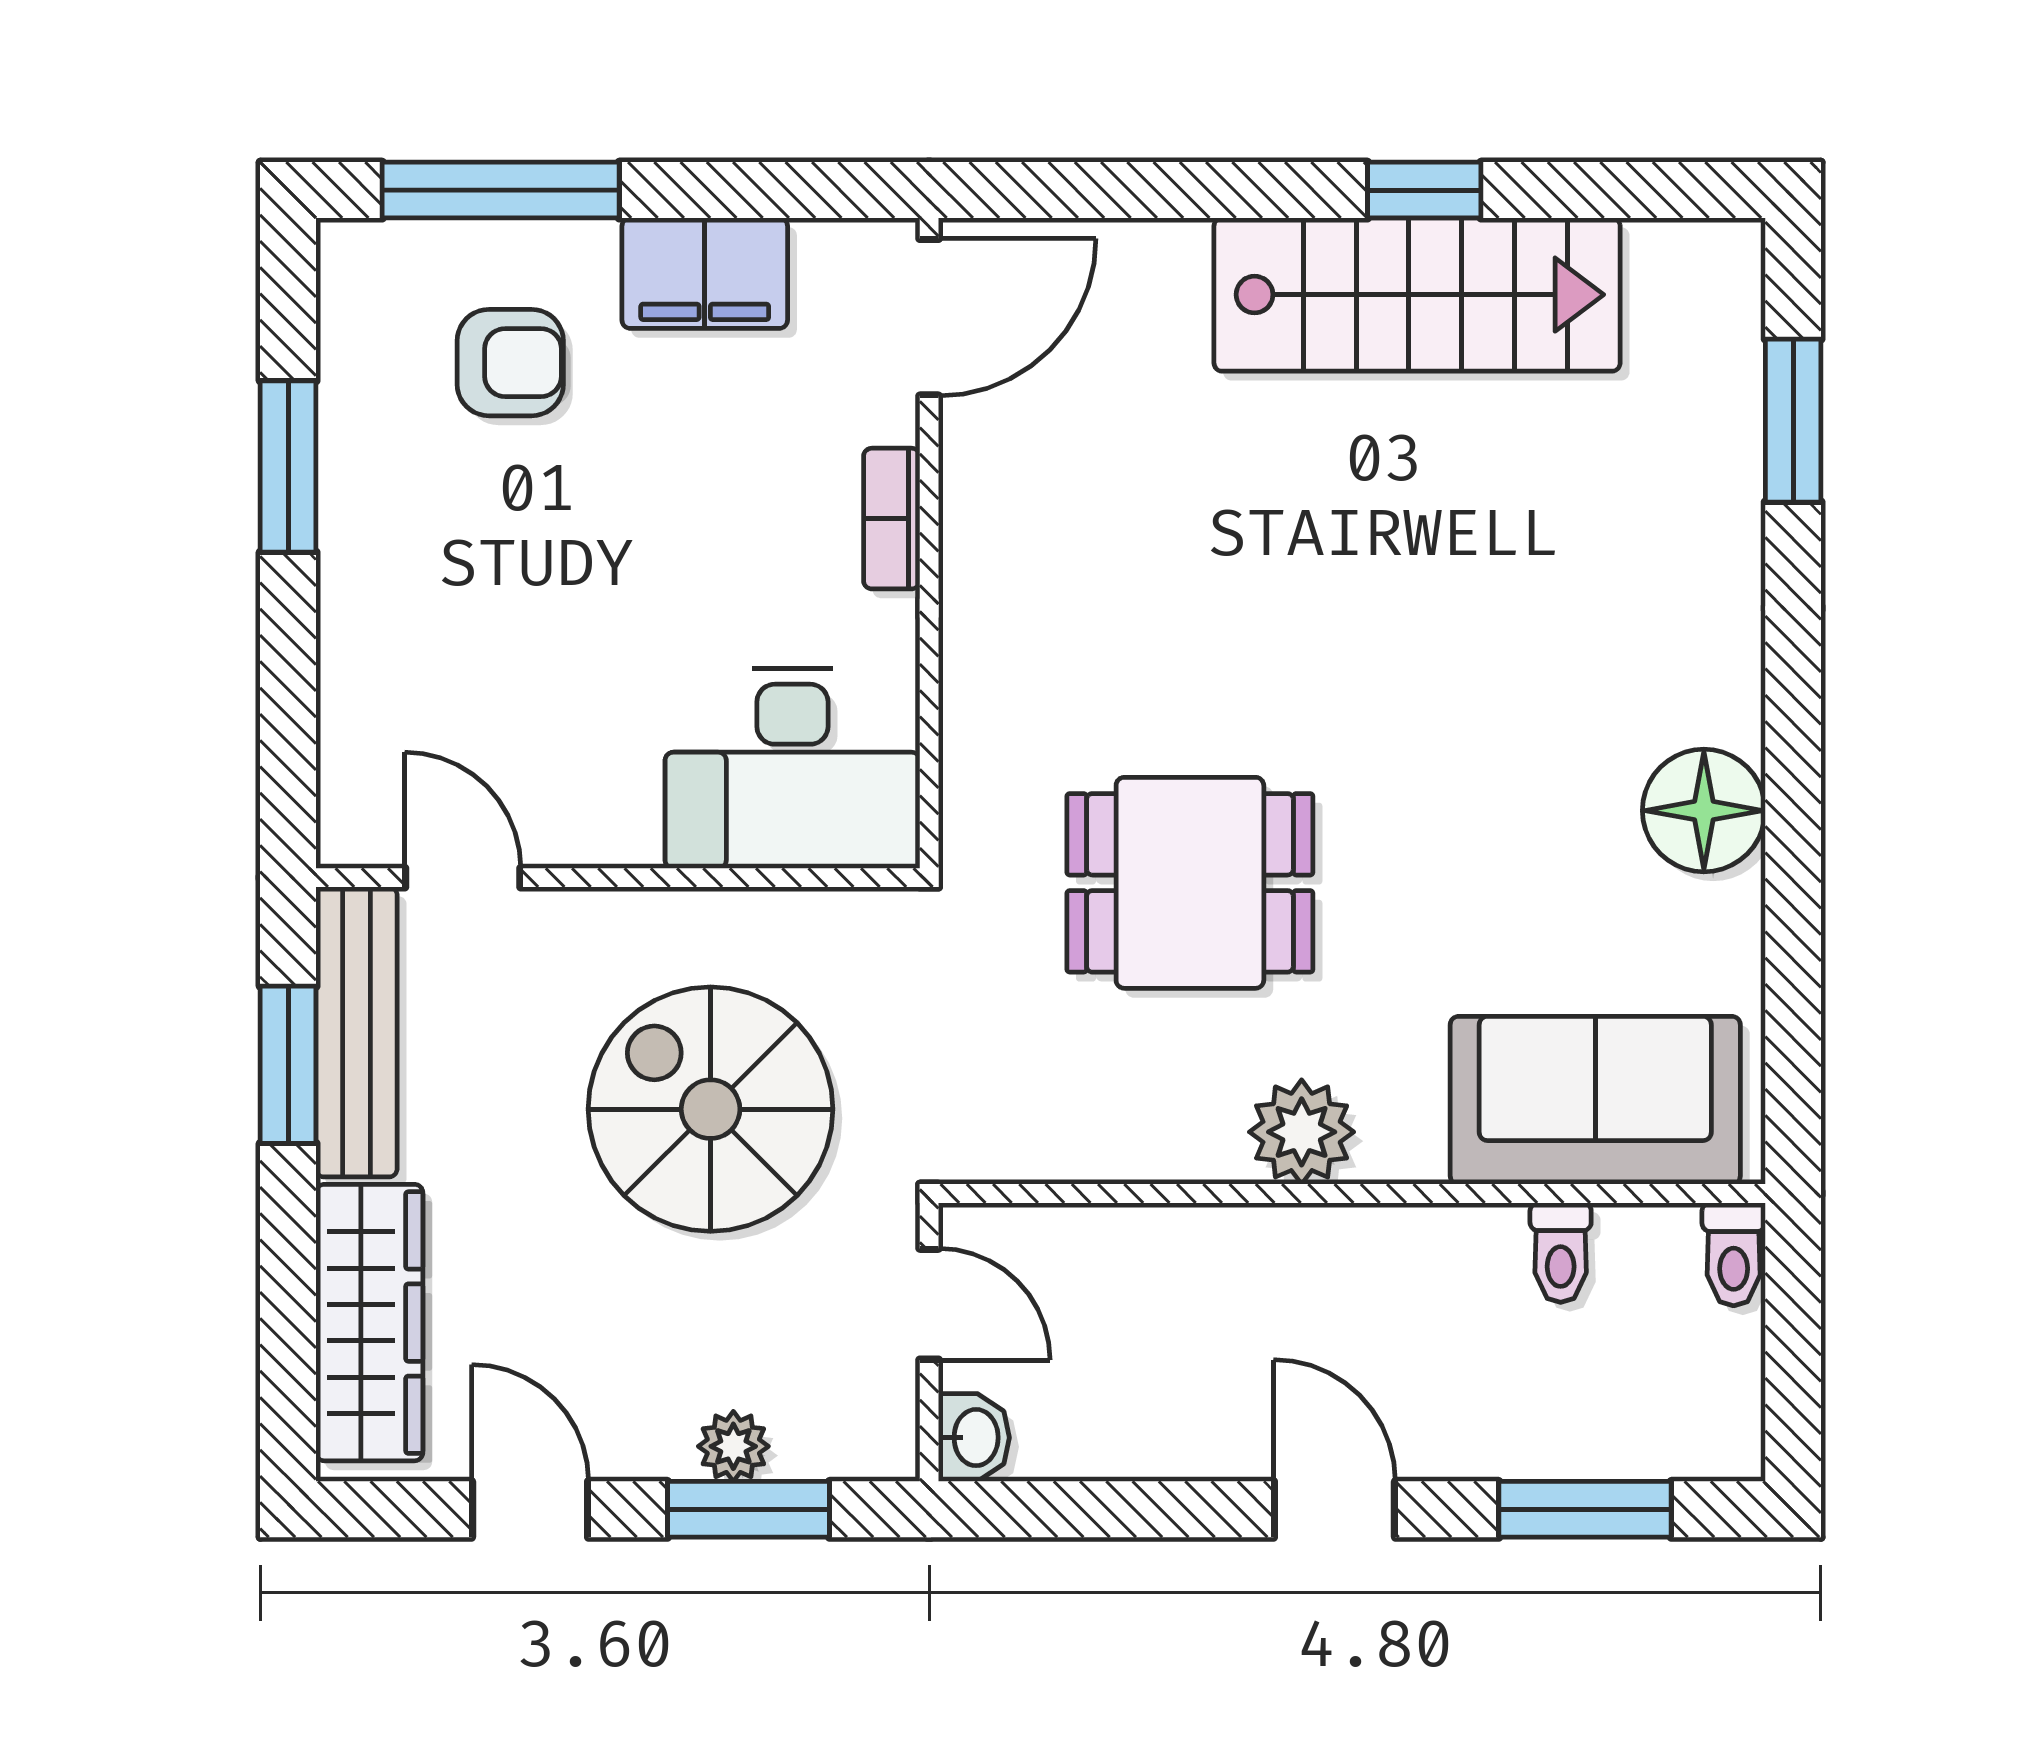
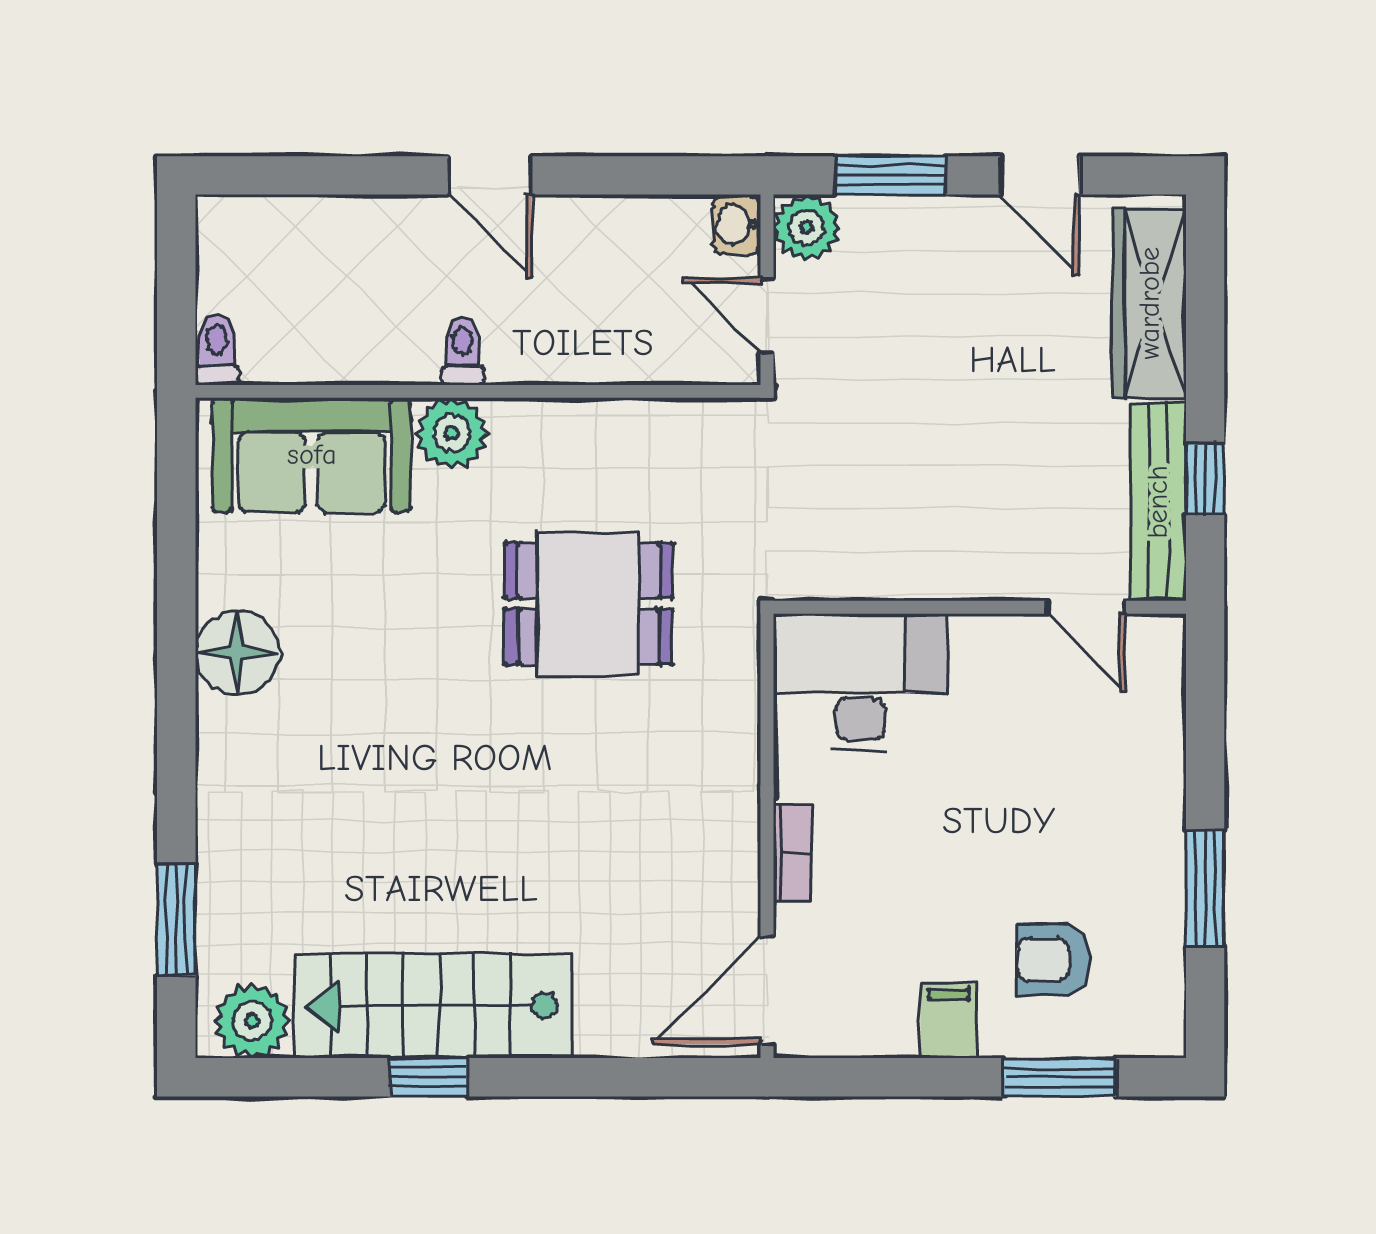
window: (501, 190) -> (1060, 1077), width x0.69
filing cabinet: (705, 273) -> (949, 1020), width x0.50
plant: (1682, 273) -> (252, 1021), added
window: (288, 1065) -> (1205, 479), width x0.67
spiral stairs: (711, 1109) -> (916, 449), removed
plant: (1302, 1132) -> (452, 433), moved
toilet: (1561, 1253) -> (463, 351), moved
plant: (733, 1446) -> (806, 228), moved, width x1.38, depth x1.38
window: (1585, 1509) -> (319, 175), removed

